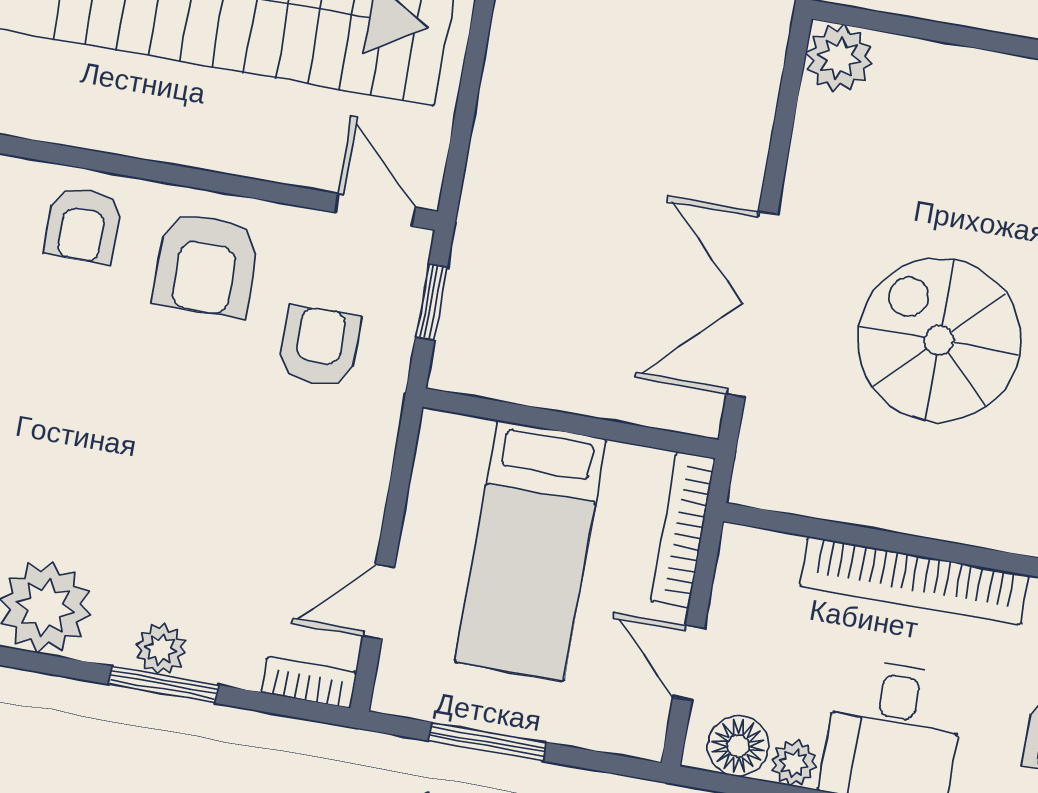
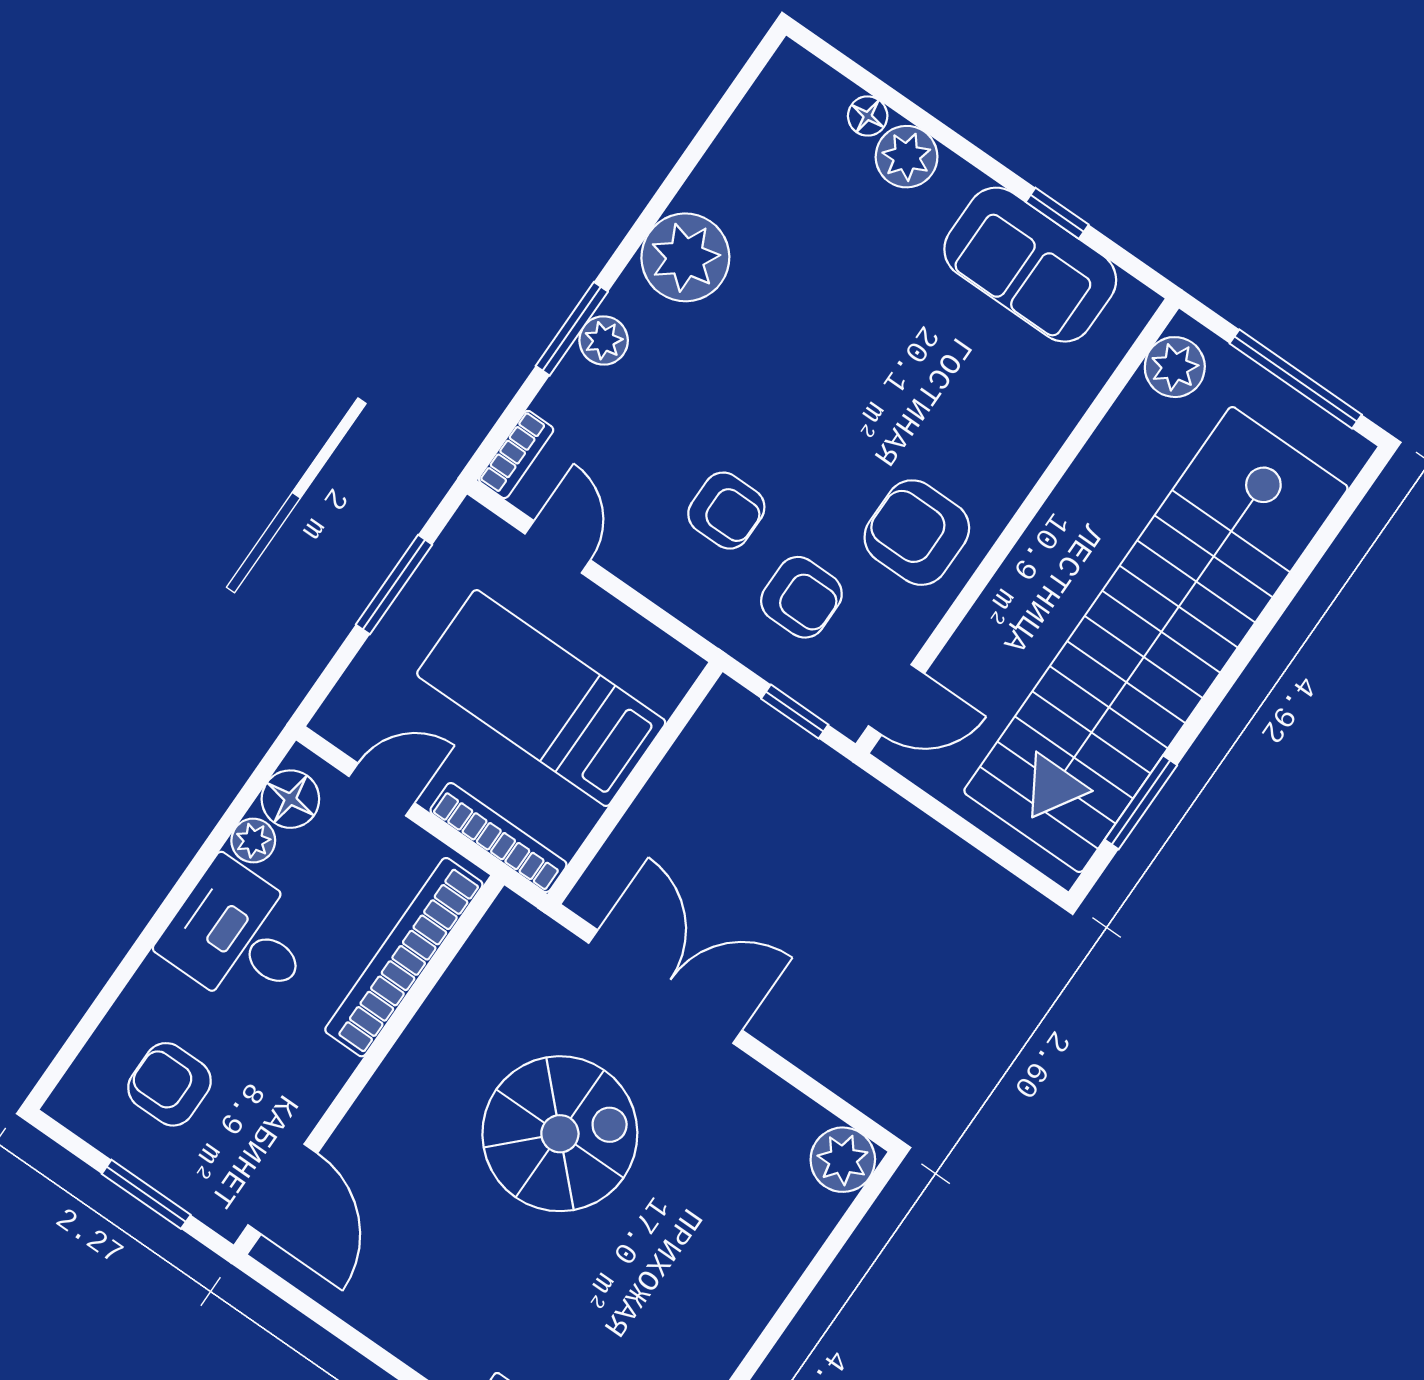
armchair: (83, 225) -> (726, 511), moved, turned 180
bookcase: (914, 581) -> (404, 957), moved

